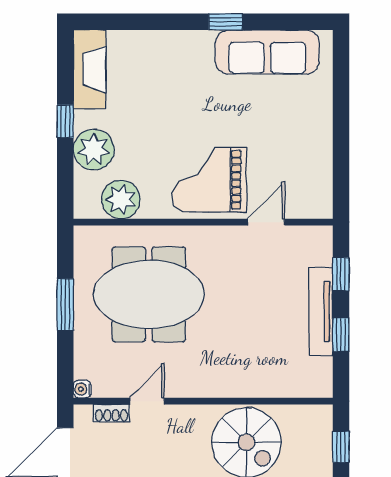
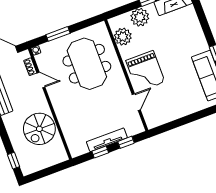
grand piano: (209, 180) -> (145, 71), turned 180
door: (266, 222) -> (136, 102), hinge flipped
window: (65, 305) -> (58, 34), moved
window: (341, 447) -> (52, 170), removed

